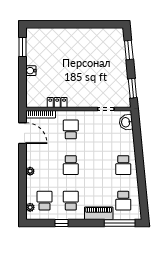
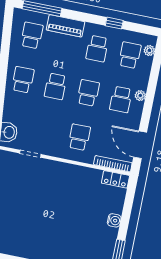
locker: (57, 103) -> (115, 179), moved
school desk: (71, 129) -> (79, 137), turned 180
school desk: (45, 165) -> (121, 99), added
school desk: (97, 165) -> (56, 86), added
school desk: (45, 201) -> (130, 55), turned 180

